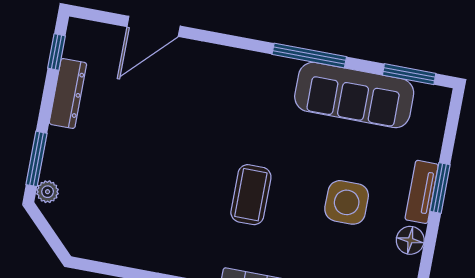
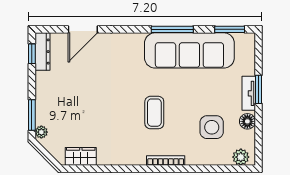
dresser: (68, 93) -> (42, 52), moved
sofa: (354, 95) -> (189, 50), width x1.36, depth x1.27
side table: (347, 202) -> (212, 127), moved
wardrobe: (108, 247) -> (81, 156), added

